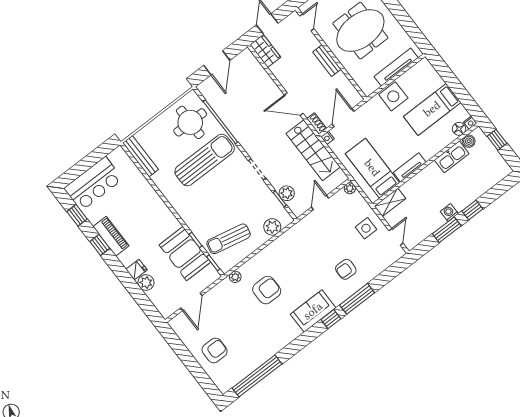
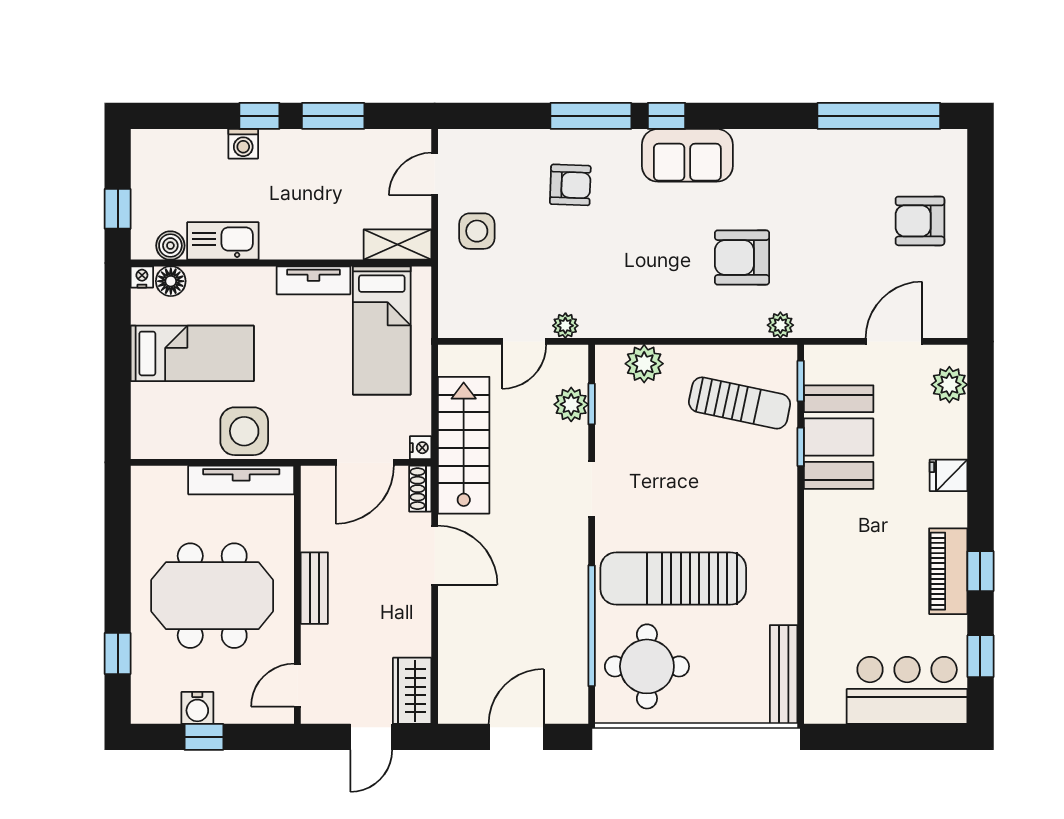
tv unit: (396, 67) -> (241, 480), moved
plant: (350, 188) -> (565, 326), moved
washing machine: (449, 213) -> (243, 144), moved
plant: (146, 283) -> (949, 385), moved

